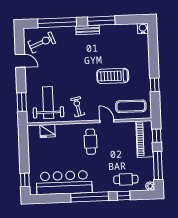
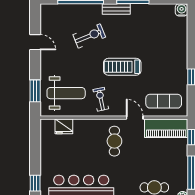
exercise bike: (42, 42) -> (89, 36), moved
treadmill: (113, 76) -> (122, 67), moved
weight bench: (48, 103) -> (66, 93), turned 90
piano: (145, 139) -> (166, 128), moved, turned -90

